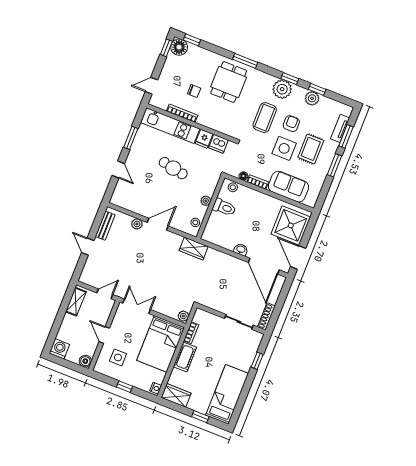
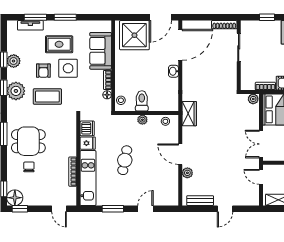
chair: (194, 91) -> (29, 167), moved
armchair: (291, 124) -> (43, 71), turned -90

